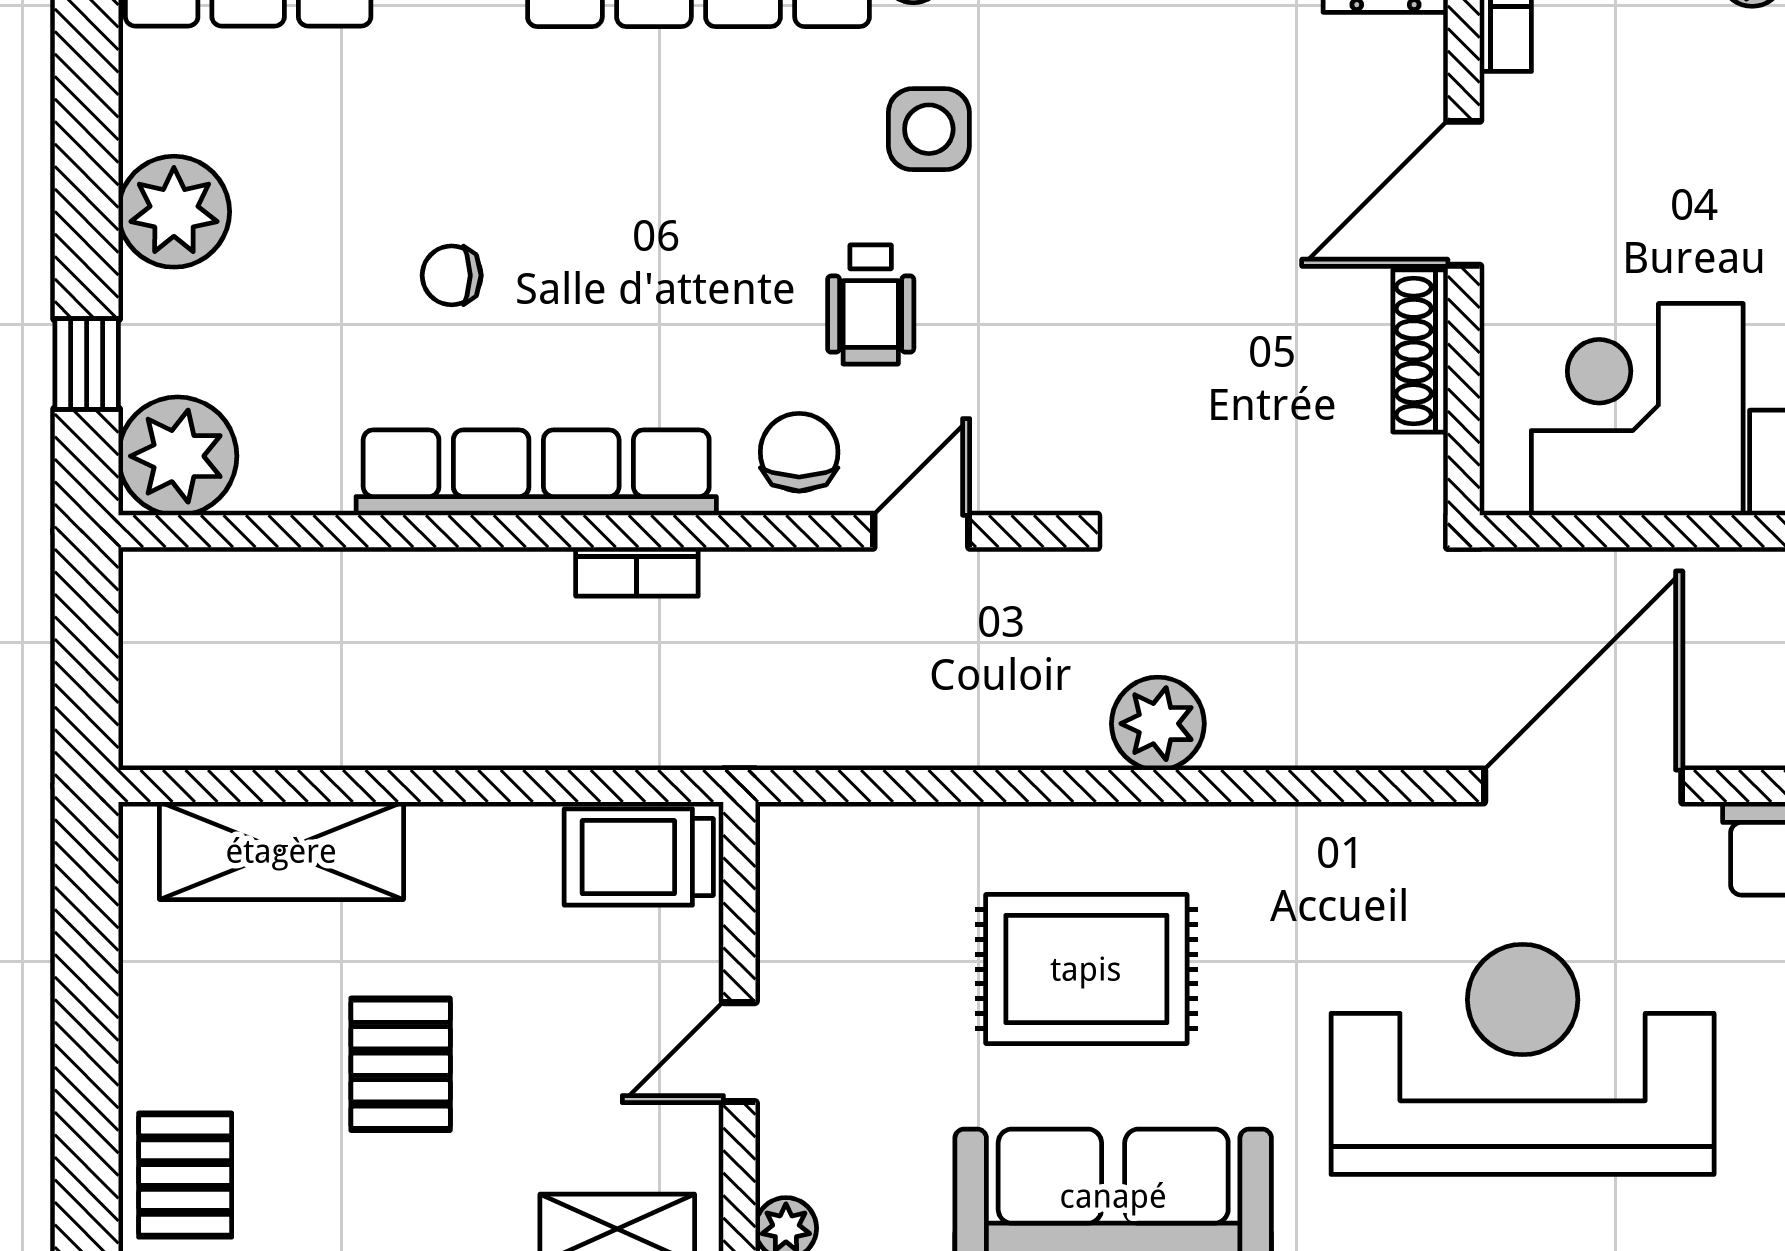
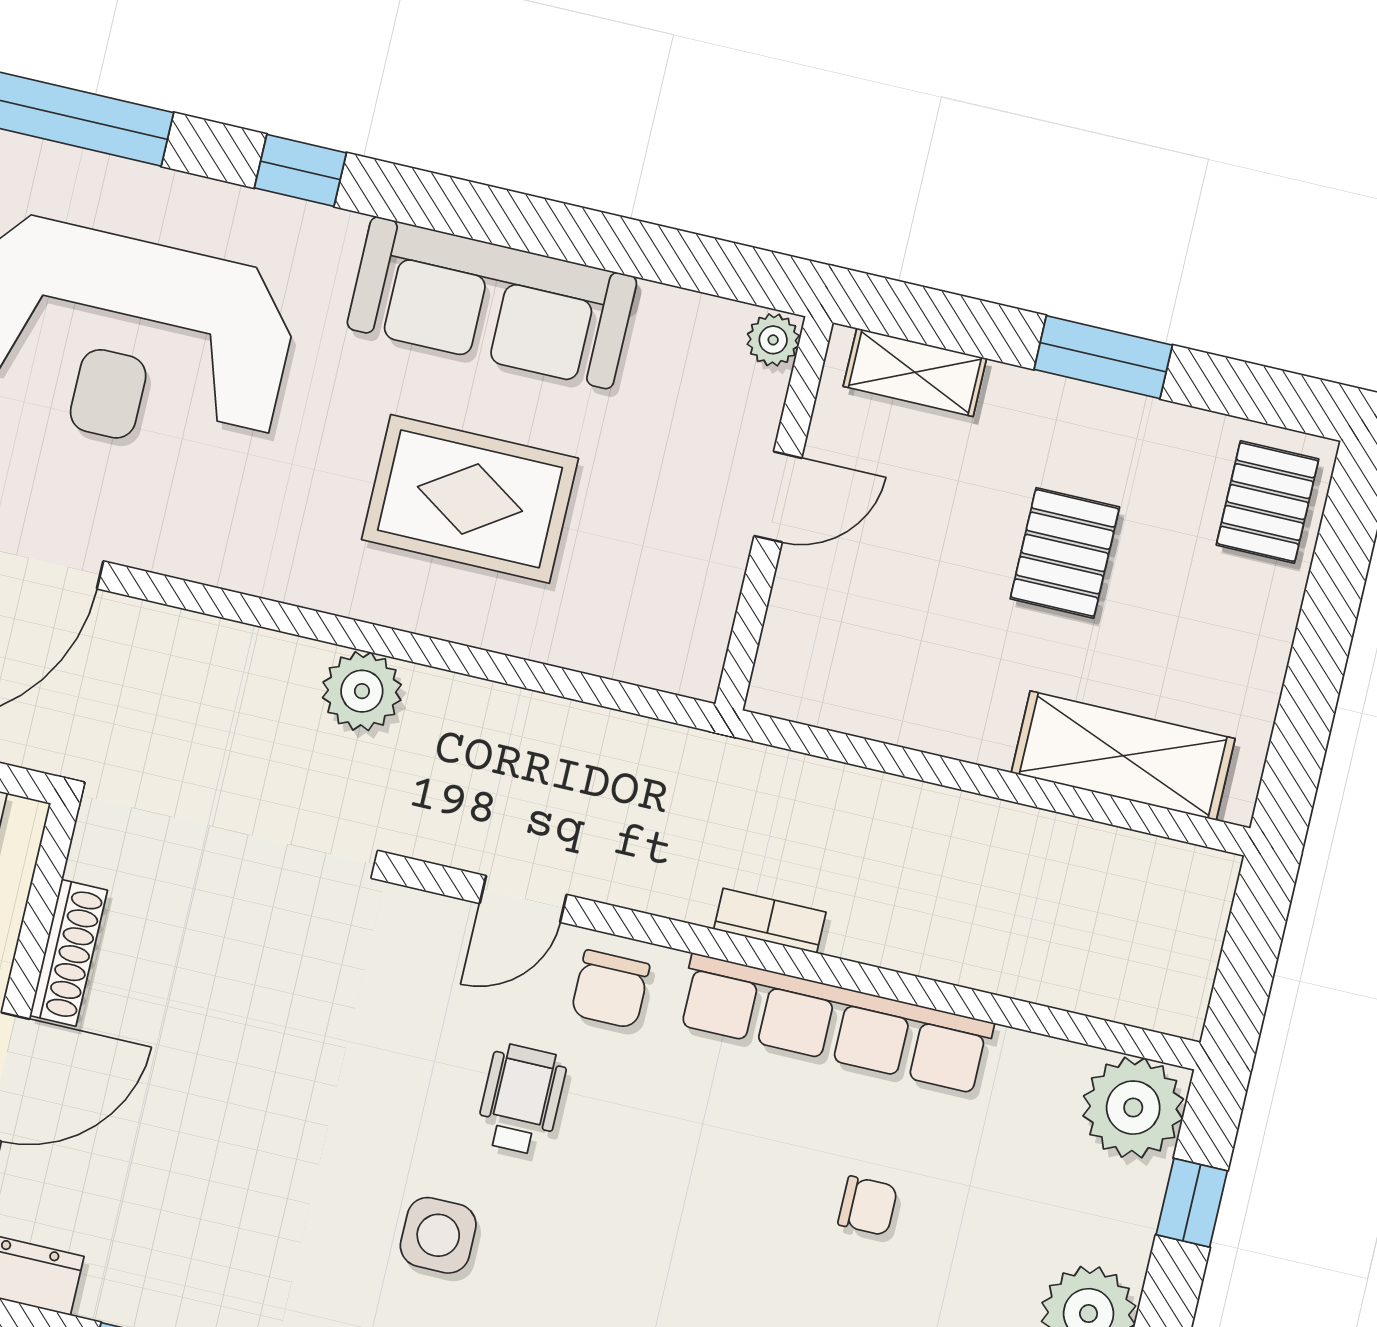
trolley: (639, 857) -> (824, 681), removed

